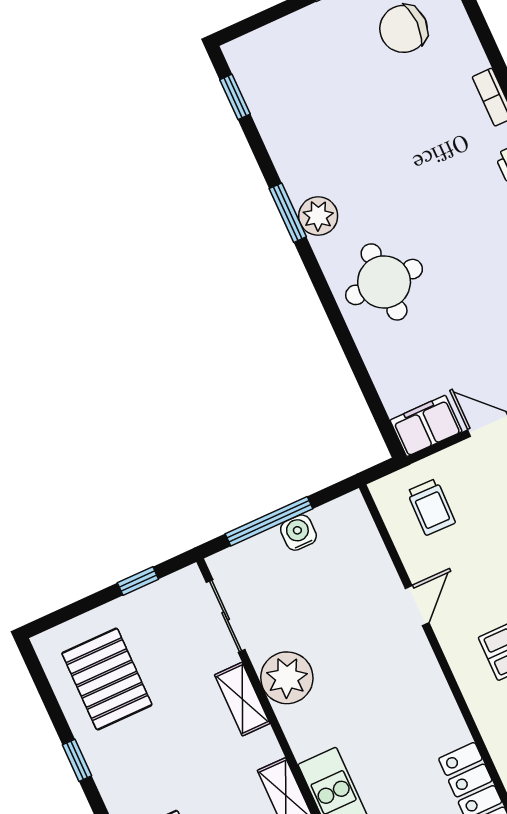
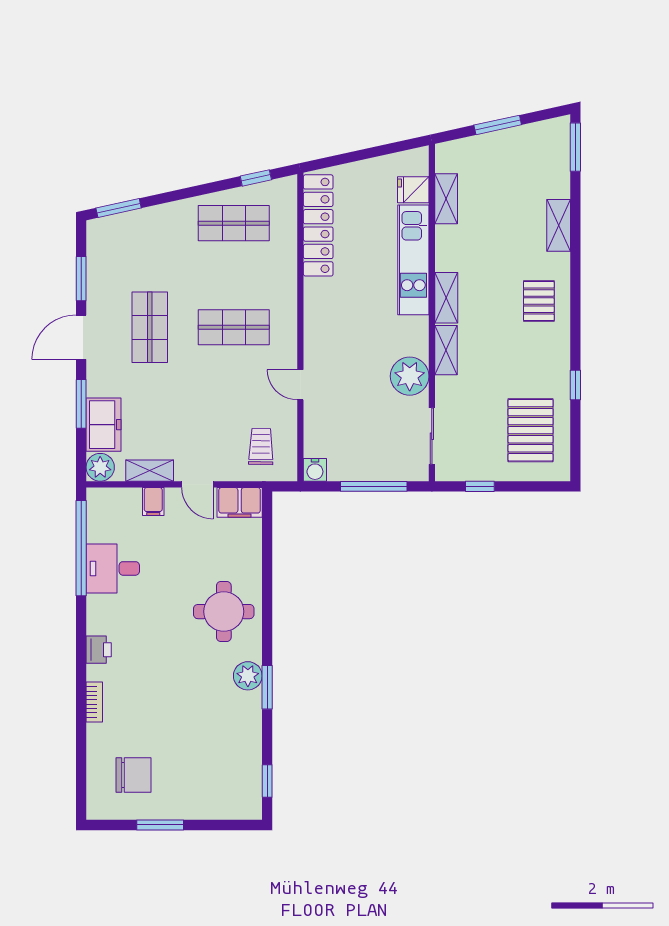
water cooler: (298, 533) -> (315, 470), moved
door: (417, 606) -> (300, 385), hinge flipped
shelving: (242, 699) -> (446, 350), moved

